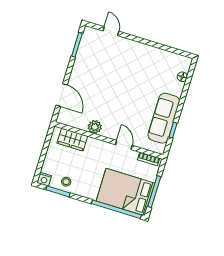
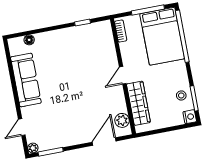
plant: (88, 31) -> (33, 148), added
sofa: (164, 118) -> (26, 80), moved, turned -90
plant: (95, 127) -> (122, 120), moved
wardrobe: (72, 140) -> (138, 103), width x1.50
door: (124, 145) -> (123, 75), moved

